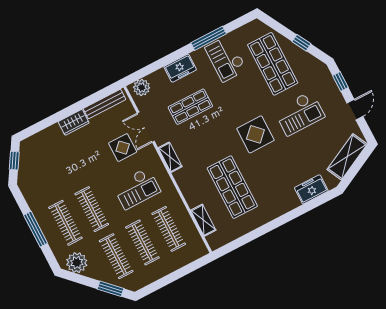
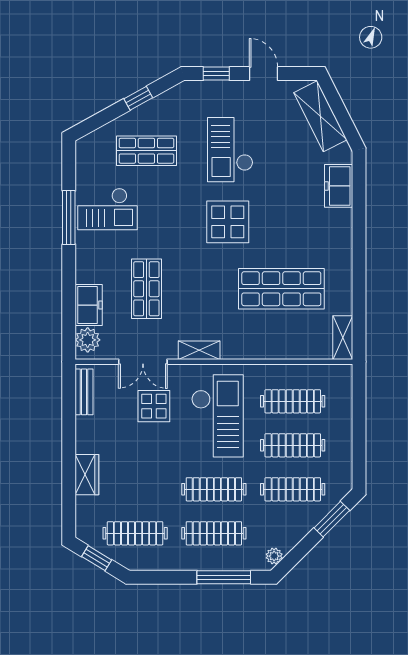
shop shelf: (273, 64) -> (146, 151), width x0.70, depth x0.74
freezer: (180, 68) -> (89, 305), moved
bench: (104, 104) -> (84, 392), width x0.73
checkout: (299, 113) -> (230, 150), turned 180
wardrobe: (74, 122) -> (87, 475), moved
clothes rail: (41, 176) -> (135, 533), added
checkout: (137, 188) -> (217, 416), width x1.36, depth x1.21
shelving: (203, 220) -> (343, 338), moved, turned 90
window: (36, 229) -> (224, 577), moved
plant: (77, 263) -> (274, 556), width x0.53, depth x0.53

